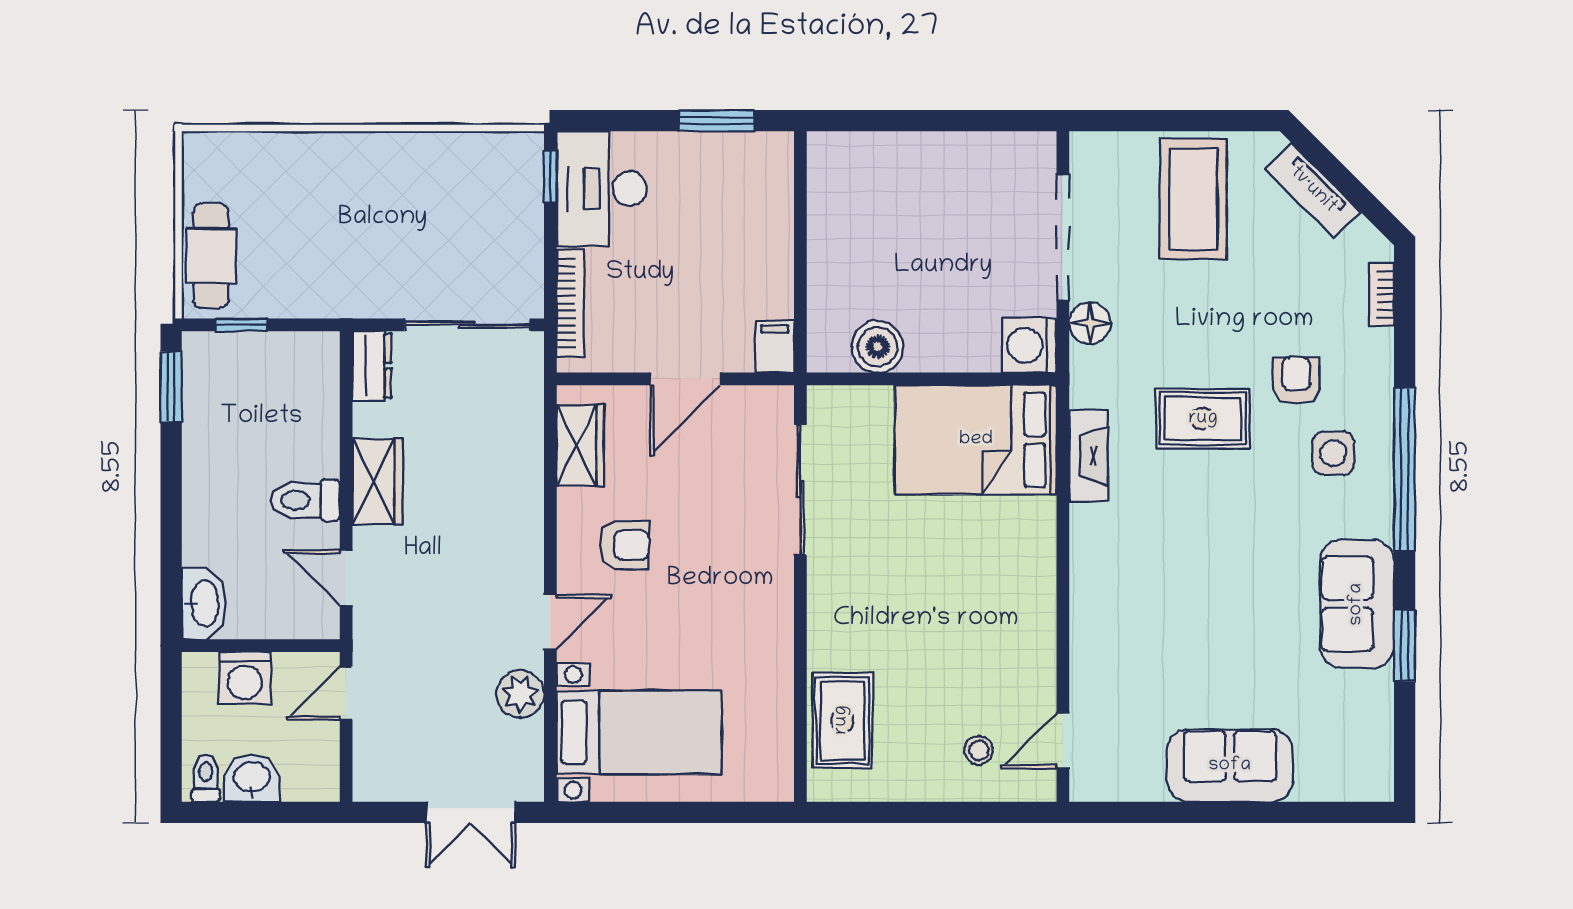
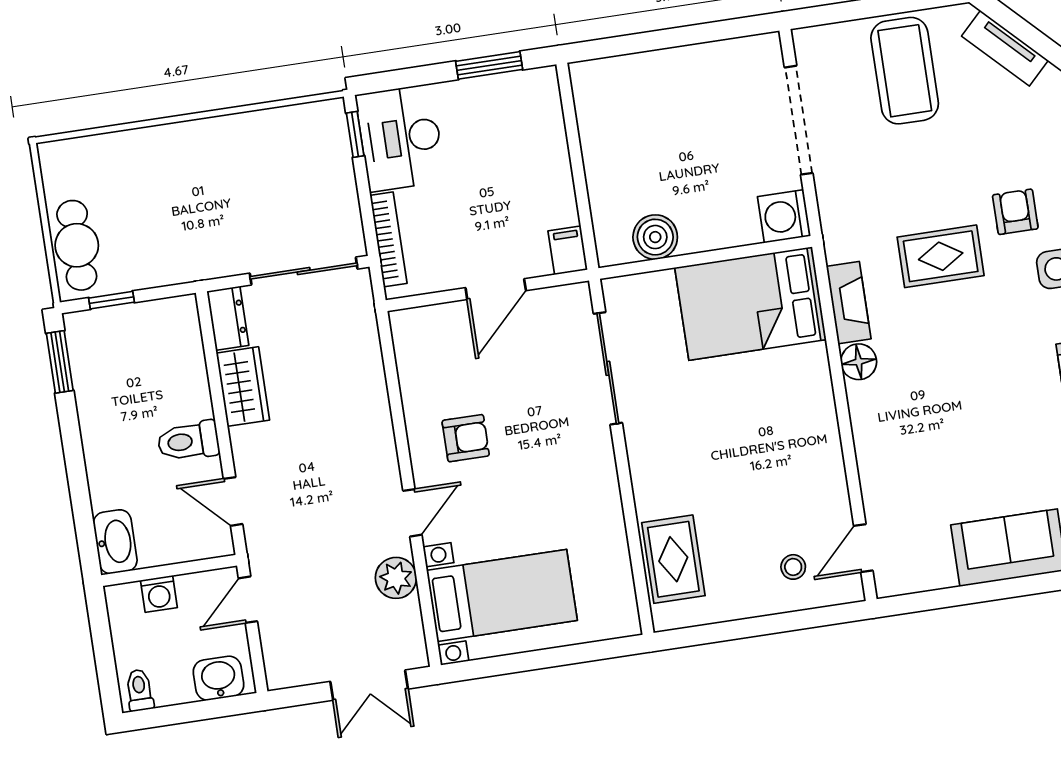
floor lamp: (1090, 323) -> (859, 362), moved
wardrobe: (580, 445) -> (415, 359), removed
wardrobe: (377, 481) -> (243, 387), moved
washing machine: (245, 678) -> (159, 594), width x0.73, depth x0.73
washbasin: (252, 778) -> (218, 678), moved

